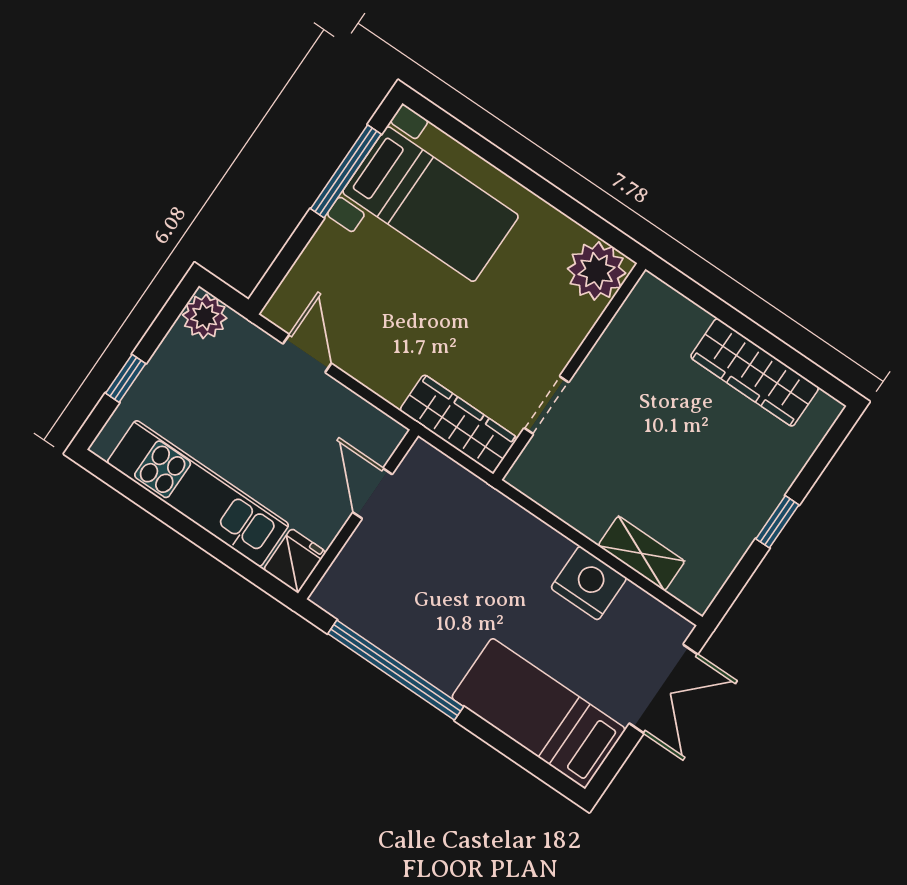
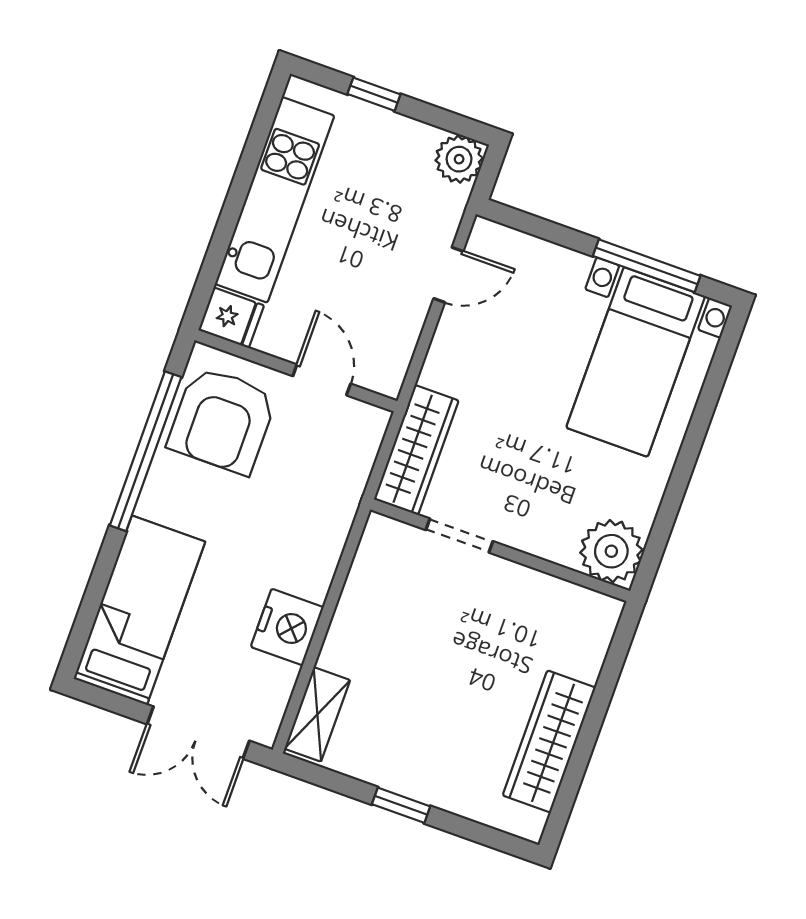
door: (373, 493) -> (322, 380), hinge flipped
shelving: (641, 553) -> (317, 714), moved
armchair: (386, 593) -> (222, 420), added

